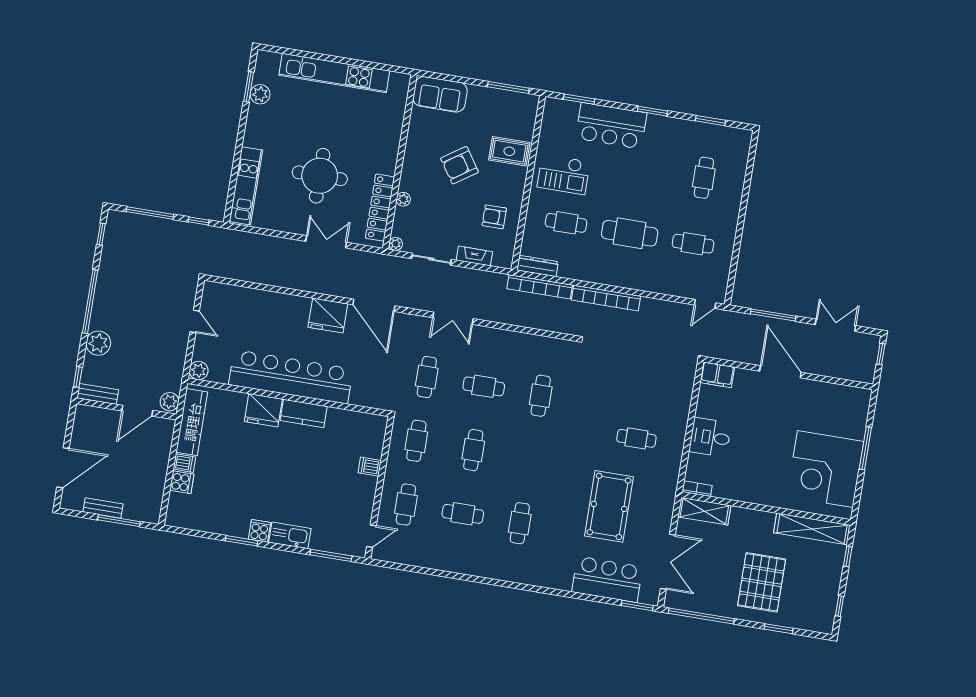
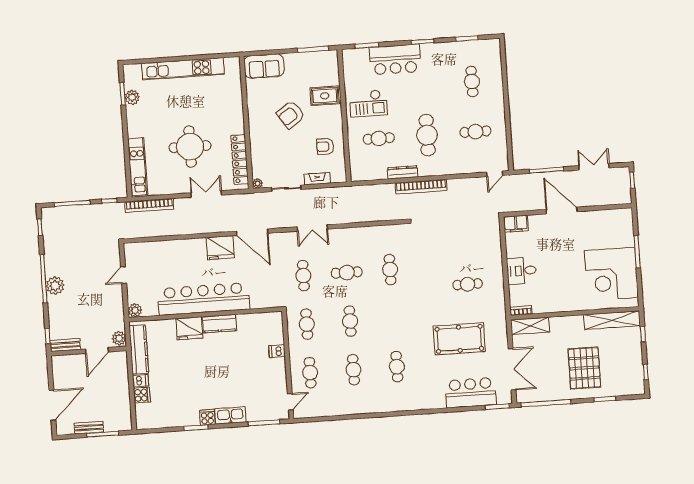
plant: (403, 199) -> (255, 149), removed
cafe table: (630, 233) -> (427, 135), turned 90
dresser: (537, 266) -> (403, 172), moved
bookcase: (540, 287) -> (149, 205), moved
door: (195, 321) -> (124, 275), swing flipped
plant: (98, 343) -> (55, 286), moved
pool table: (609, 506) -> (459, 339), turned 90
cafe table: (463, 514) -> (353, 370), turned 90

